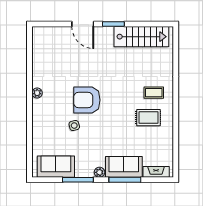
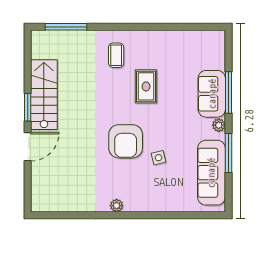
stairs: (141, 37) -> (44, 95), moved
window: (176, 54) -> (66, 27), added
rug: (148, 118) -> (146, 86), moved
sofa: (56, 167) -> (211, 173), width x1.36
fireplace: (156, 172) -> (218, 52), removed

